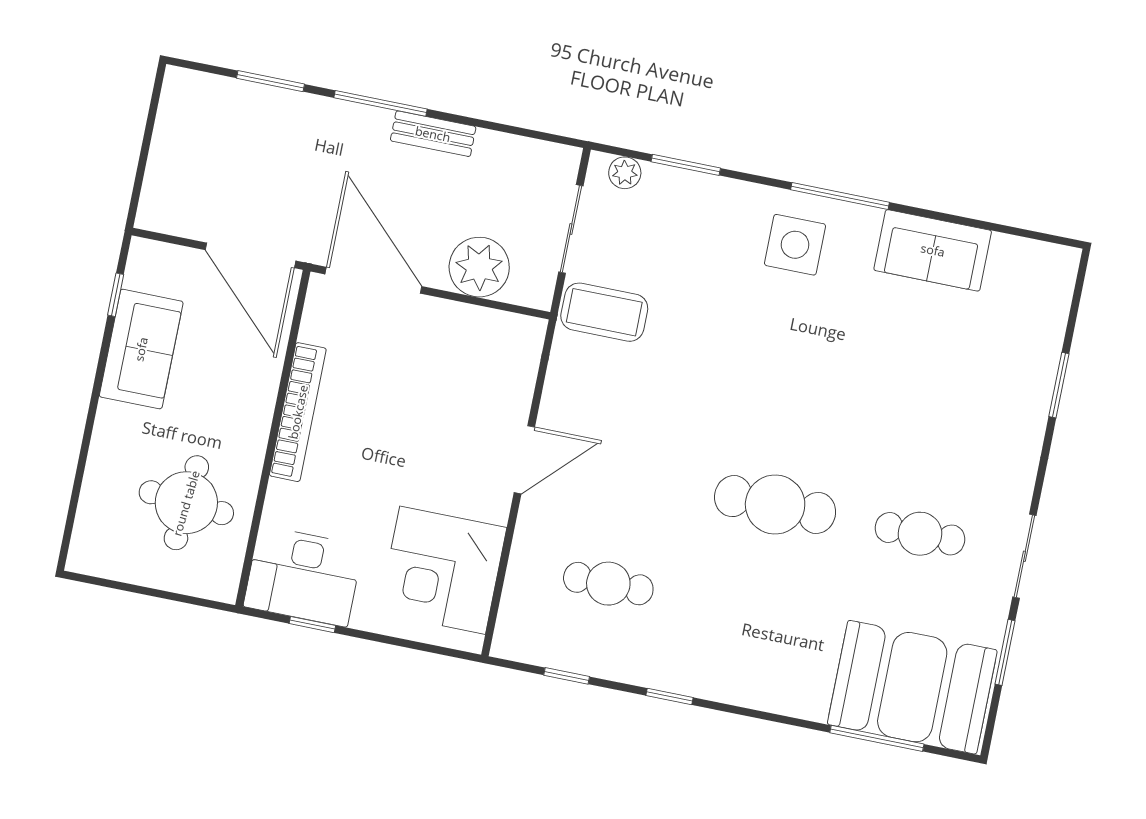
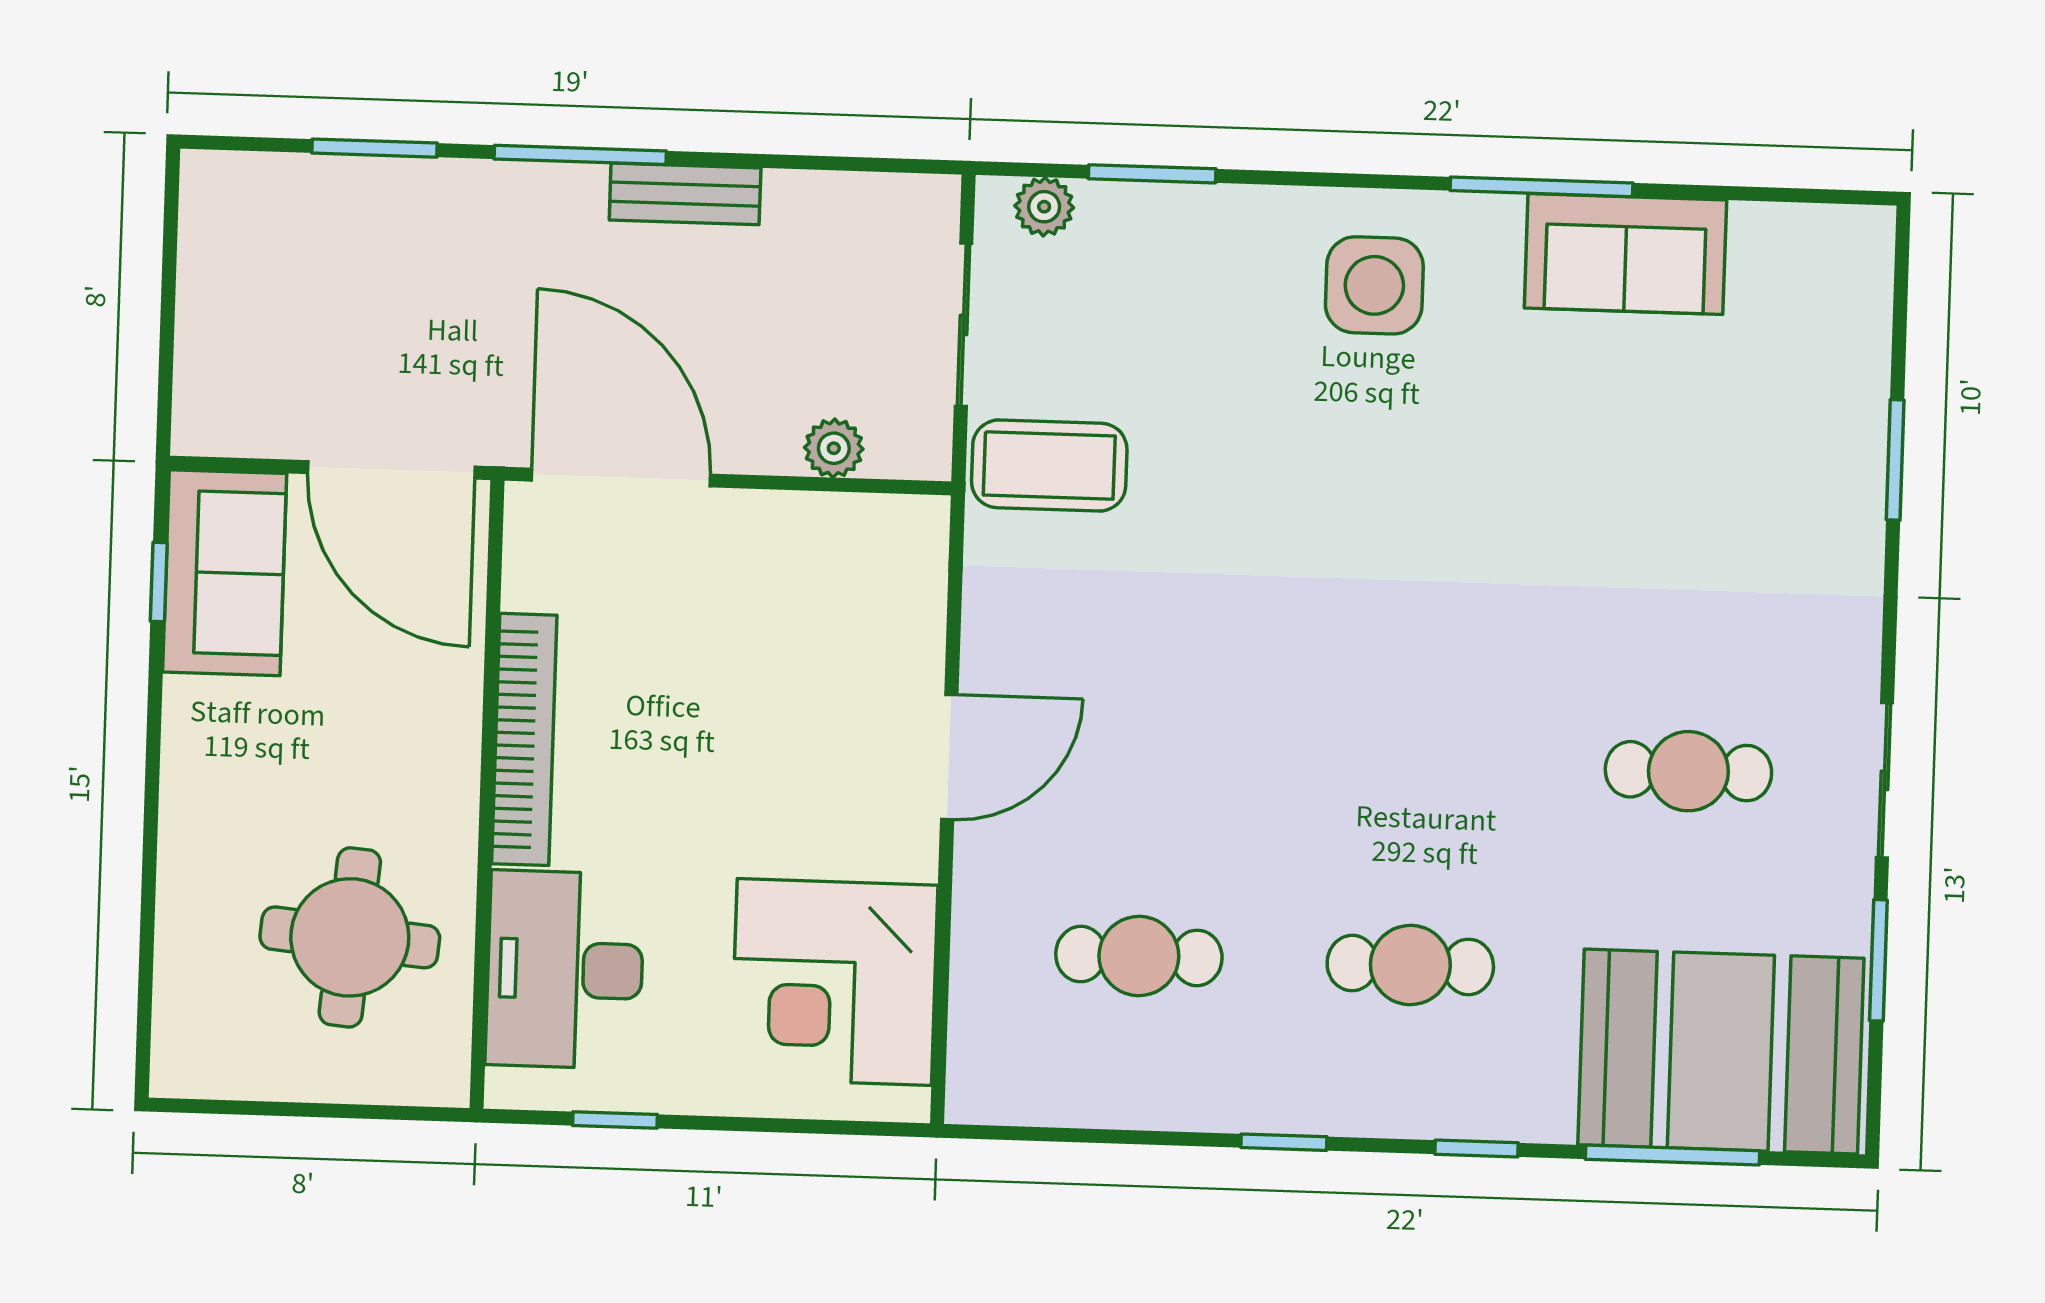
window: (840, 196) -> (1542, 187), moved
plant: (479, 267) -> (834, 448), width x0.53, depth x0.53
sofa: (141, 349) -> (225, 573), moved
cafe table: (775, 505) -> (1410, 965), moved, width x0.73, depth x0.74
desk: (303, 576) -> (565, 970), moved, turned 90
window: (567, 676) -> (1476, 1149), moved

